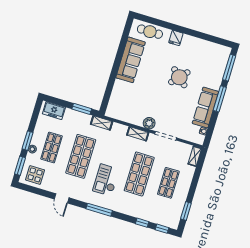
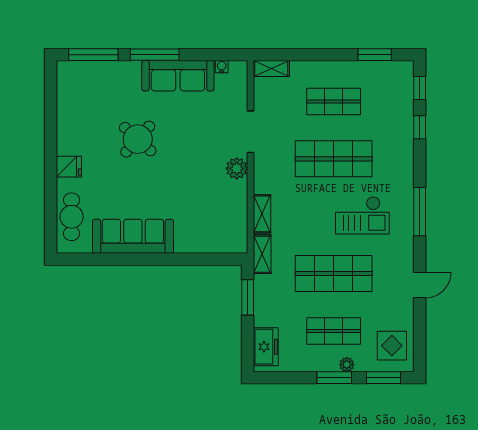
shelving: (138, 134) -> (262, 214), moved

